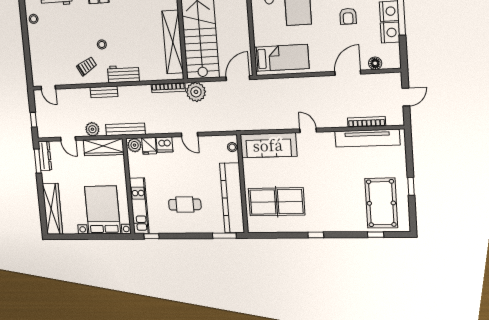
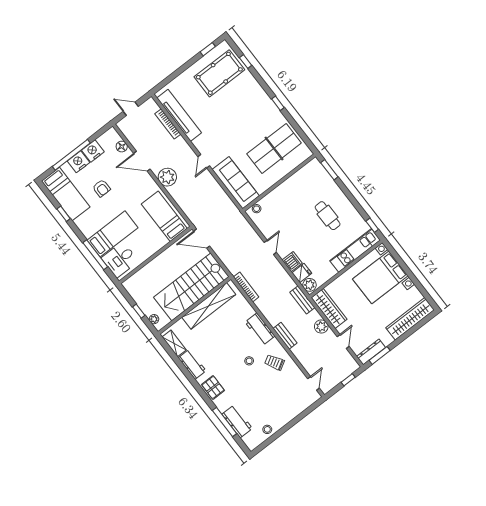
armchair: (348, 16) -> (101, 188), turned 90
plant: (196, 92) -> (167, 177), moved
bench: (125, 129) -> (302, 300), width x0.73
window: (411, 186) -> (208, 49), moved
kitchen counter: (232, 198) -> (296, 183), removed
table tennis table: (277, 202) -> (274, 148), turned 90

